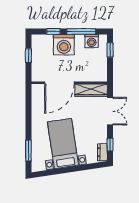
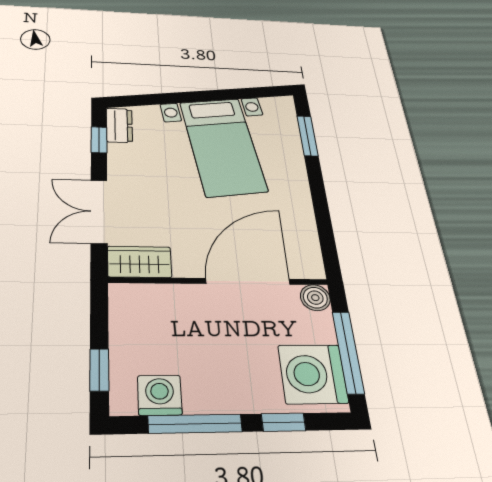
washing machine: (64, 45) -> (313, 374), moved, turned -90
window: (28, 56) -> (348, 352), width x2.17
boiler: (36, 76) -> (315, 298), added
wardrobe: (91, 90) -> (139, 262), width x0.67

